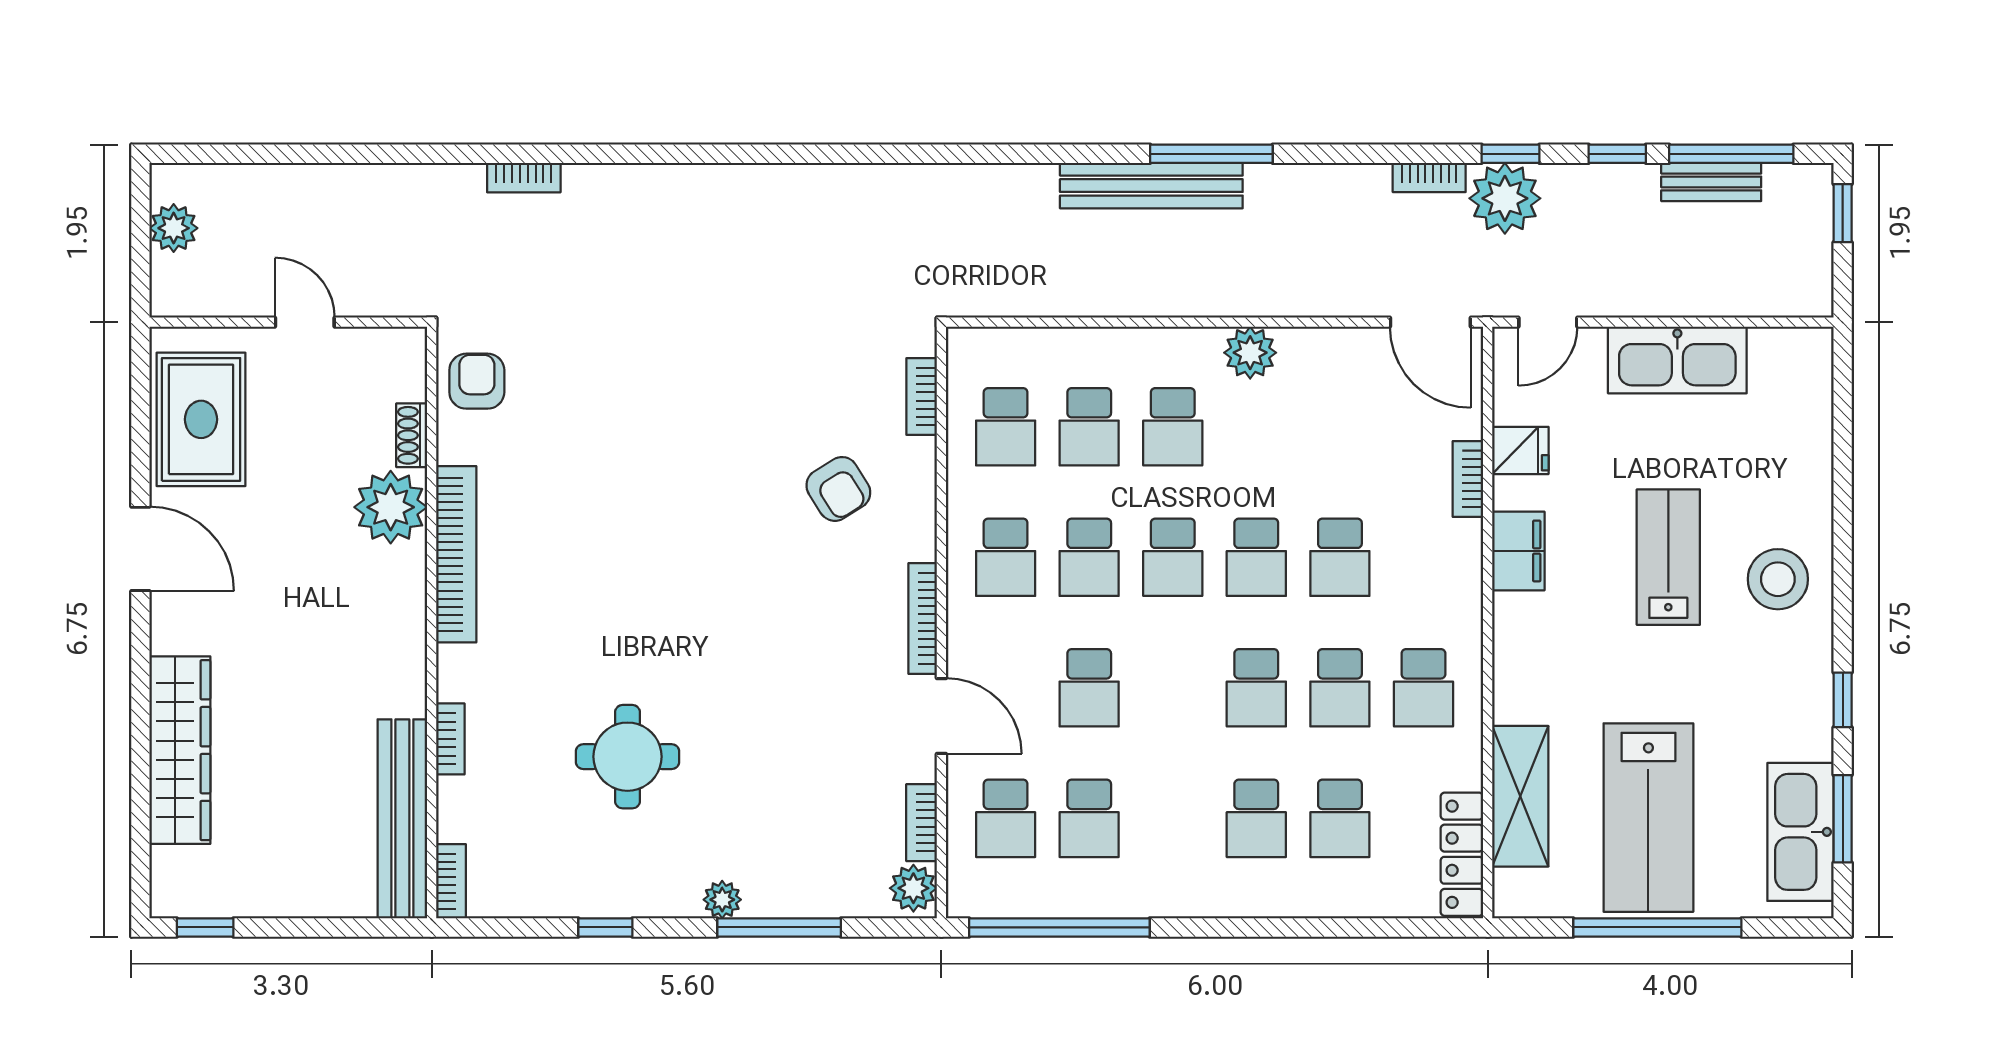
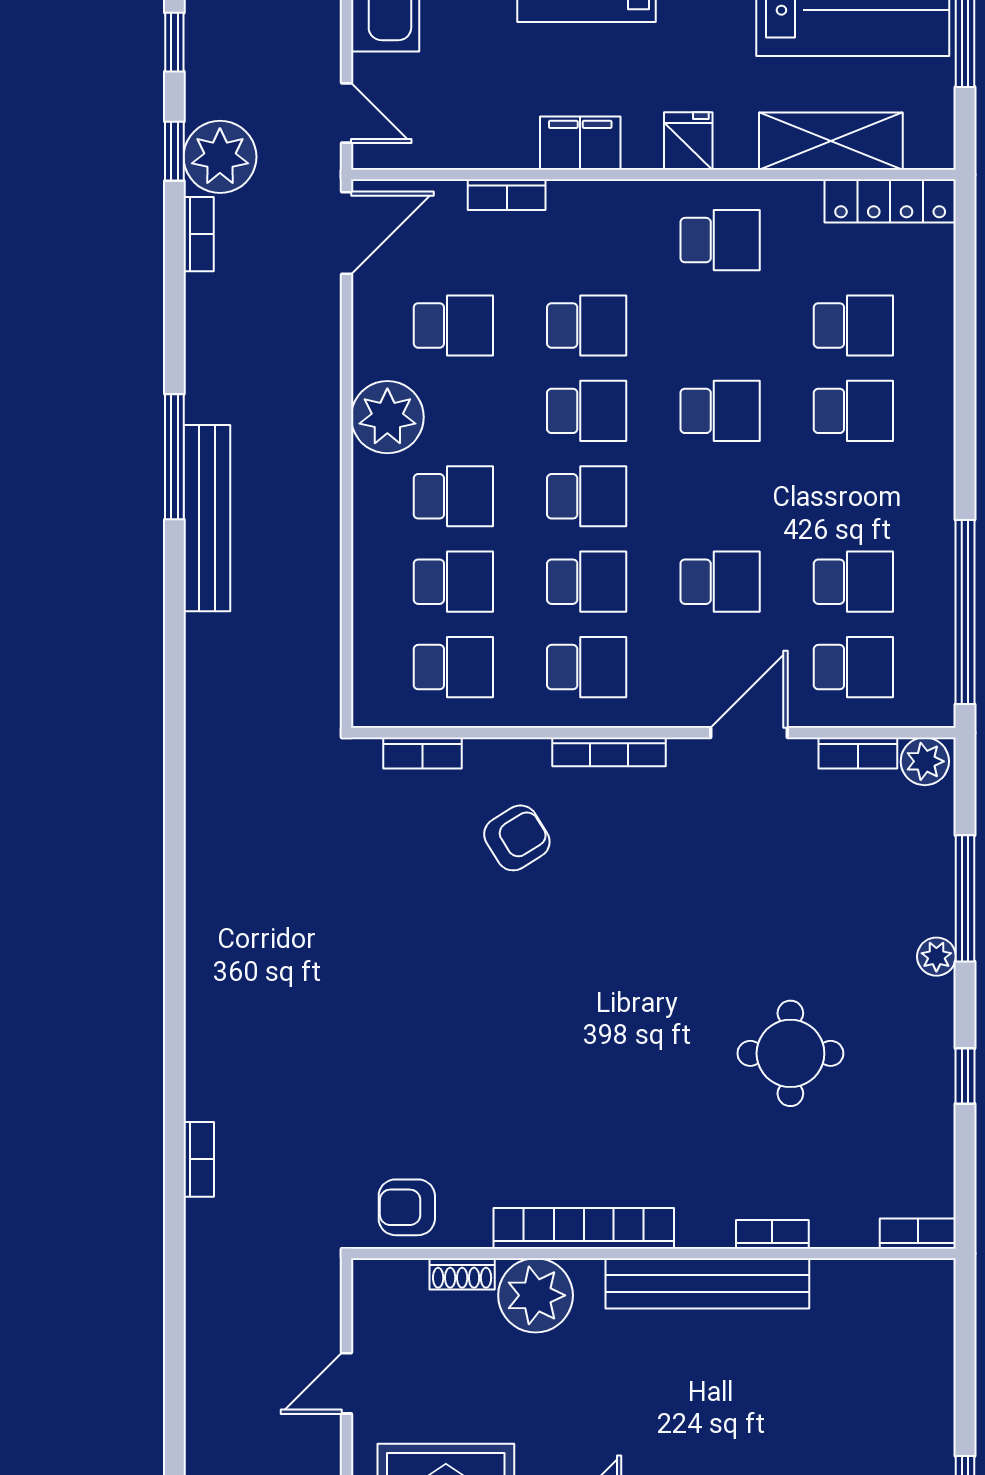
plant: (1250, 353) -> (387, 417), width x1.36, depth x1.36
fridge: (1520, 450) -> (688, 141), moved
bookcase: (923, 619) -> (609, 752), moved
school desk: (1340, 688) -> (453, 325), moved
bench: (402, 819) -> (707, 1283), moved

